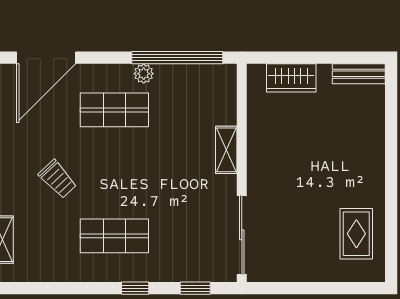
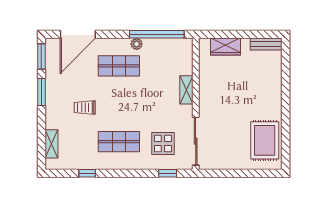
trolley: (58, 179) -> (85, 107), turned 133
rug: (356, 234) -> (265, 140), width x1.36, depth x1.43
display table: (187, 239) -> (163, 143), added
window: (135, 288) -> (87, 173), moved

